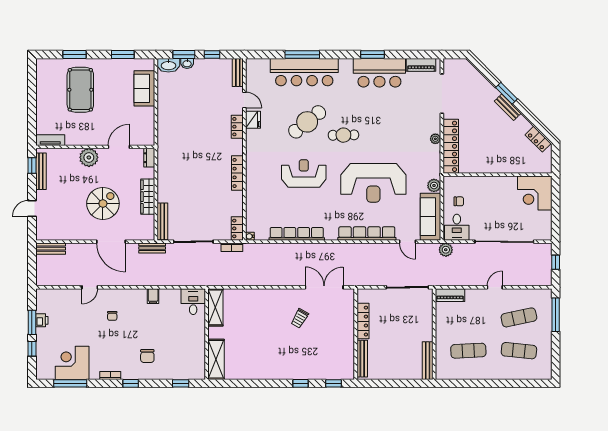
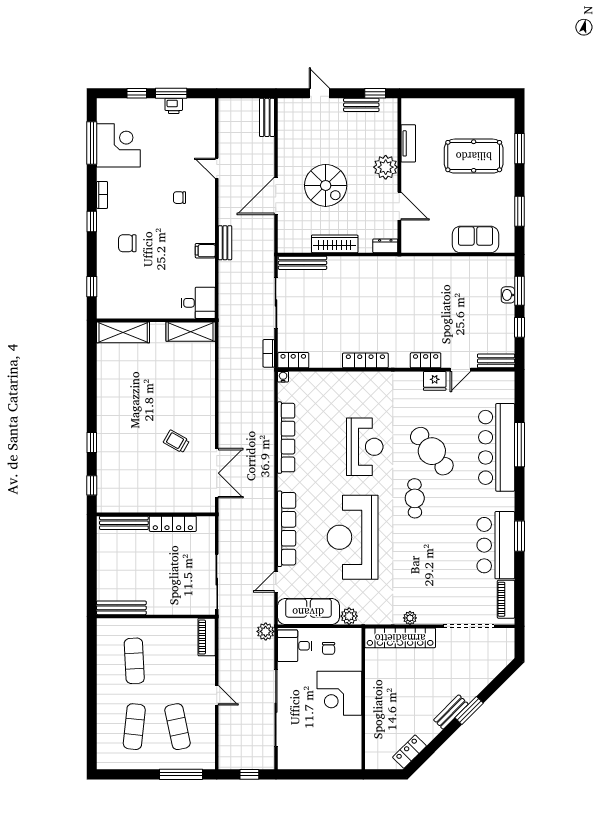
washbasin: (168, 65) -> (506, 271), removed
tv unit: (50, 140) -> (408, 143), moved
bench: (41, 171) -> (361, 105), width x0.73
corner desk: (535, 193) -> (339, 693), moved, turned -90
bench: (152, 248) -> (225, 243), moved

